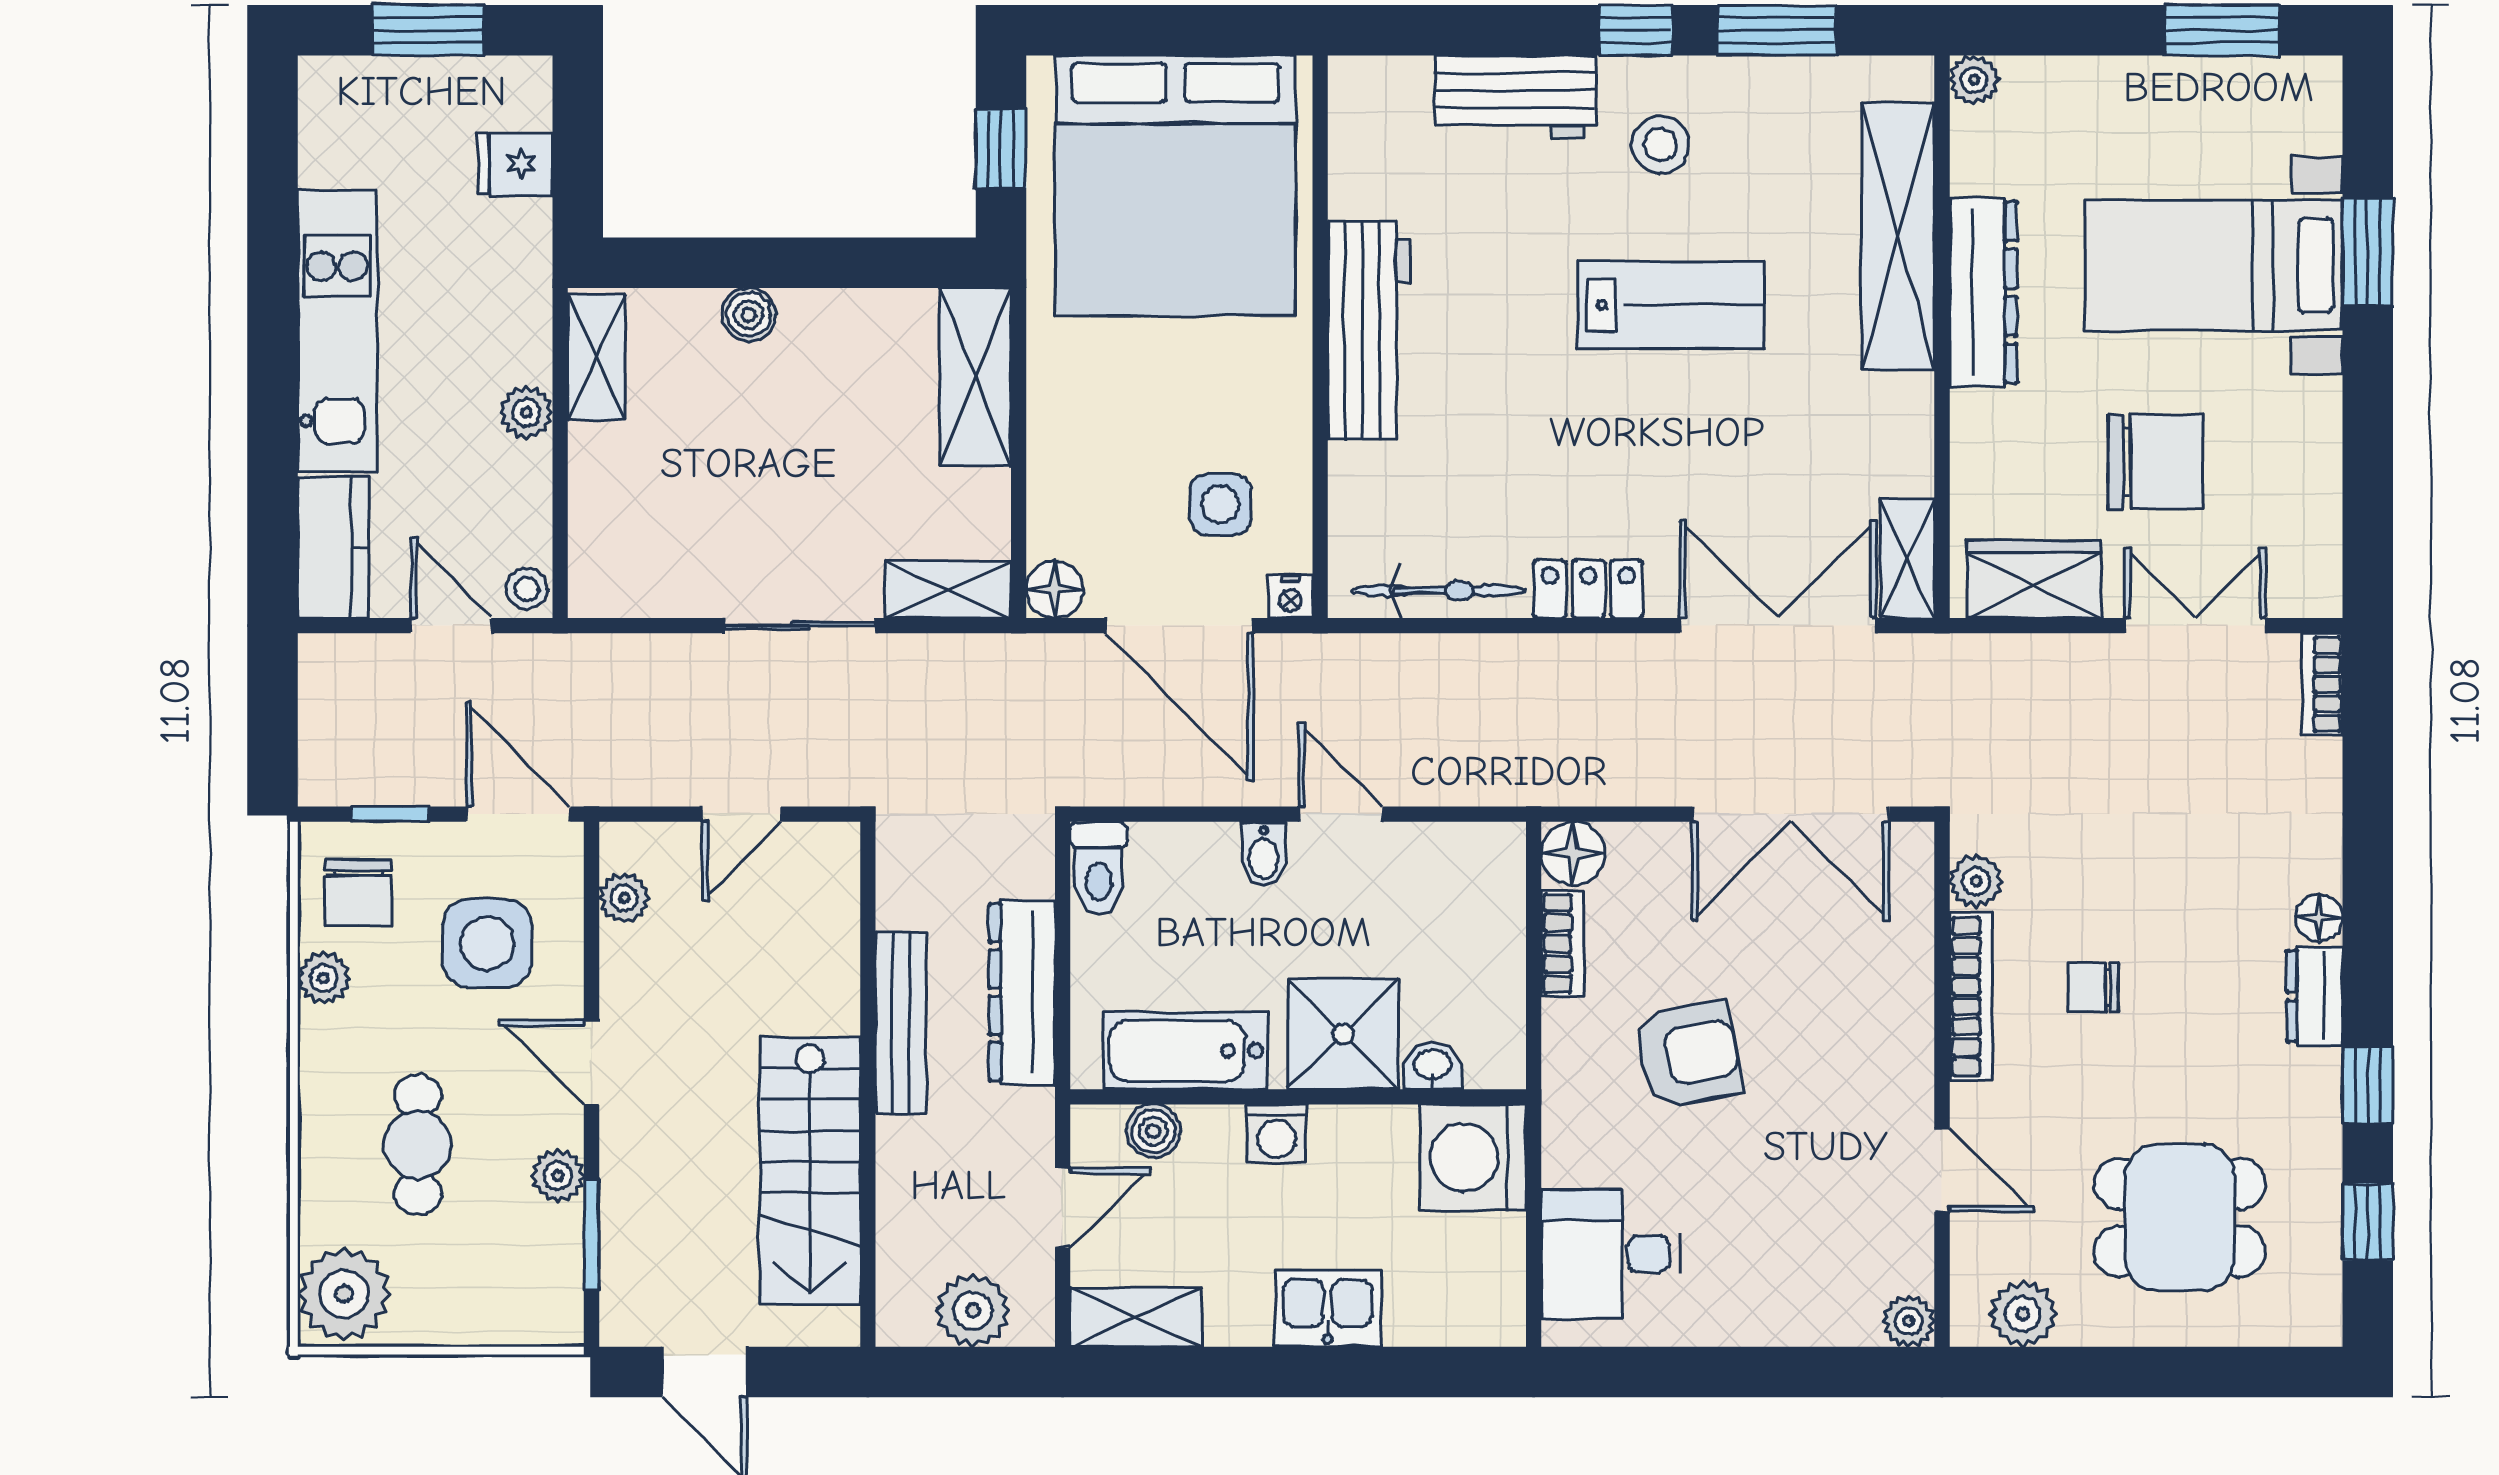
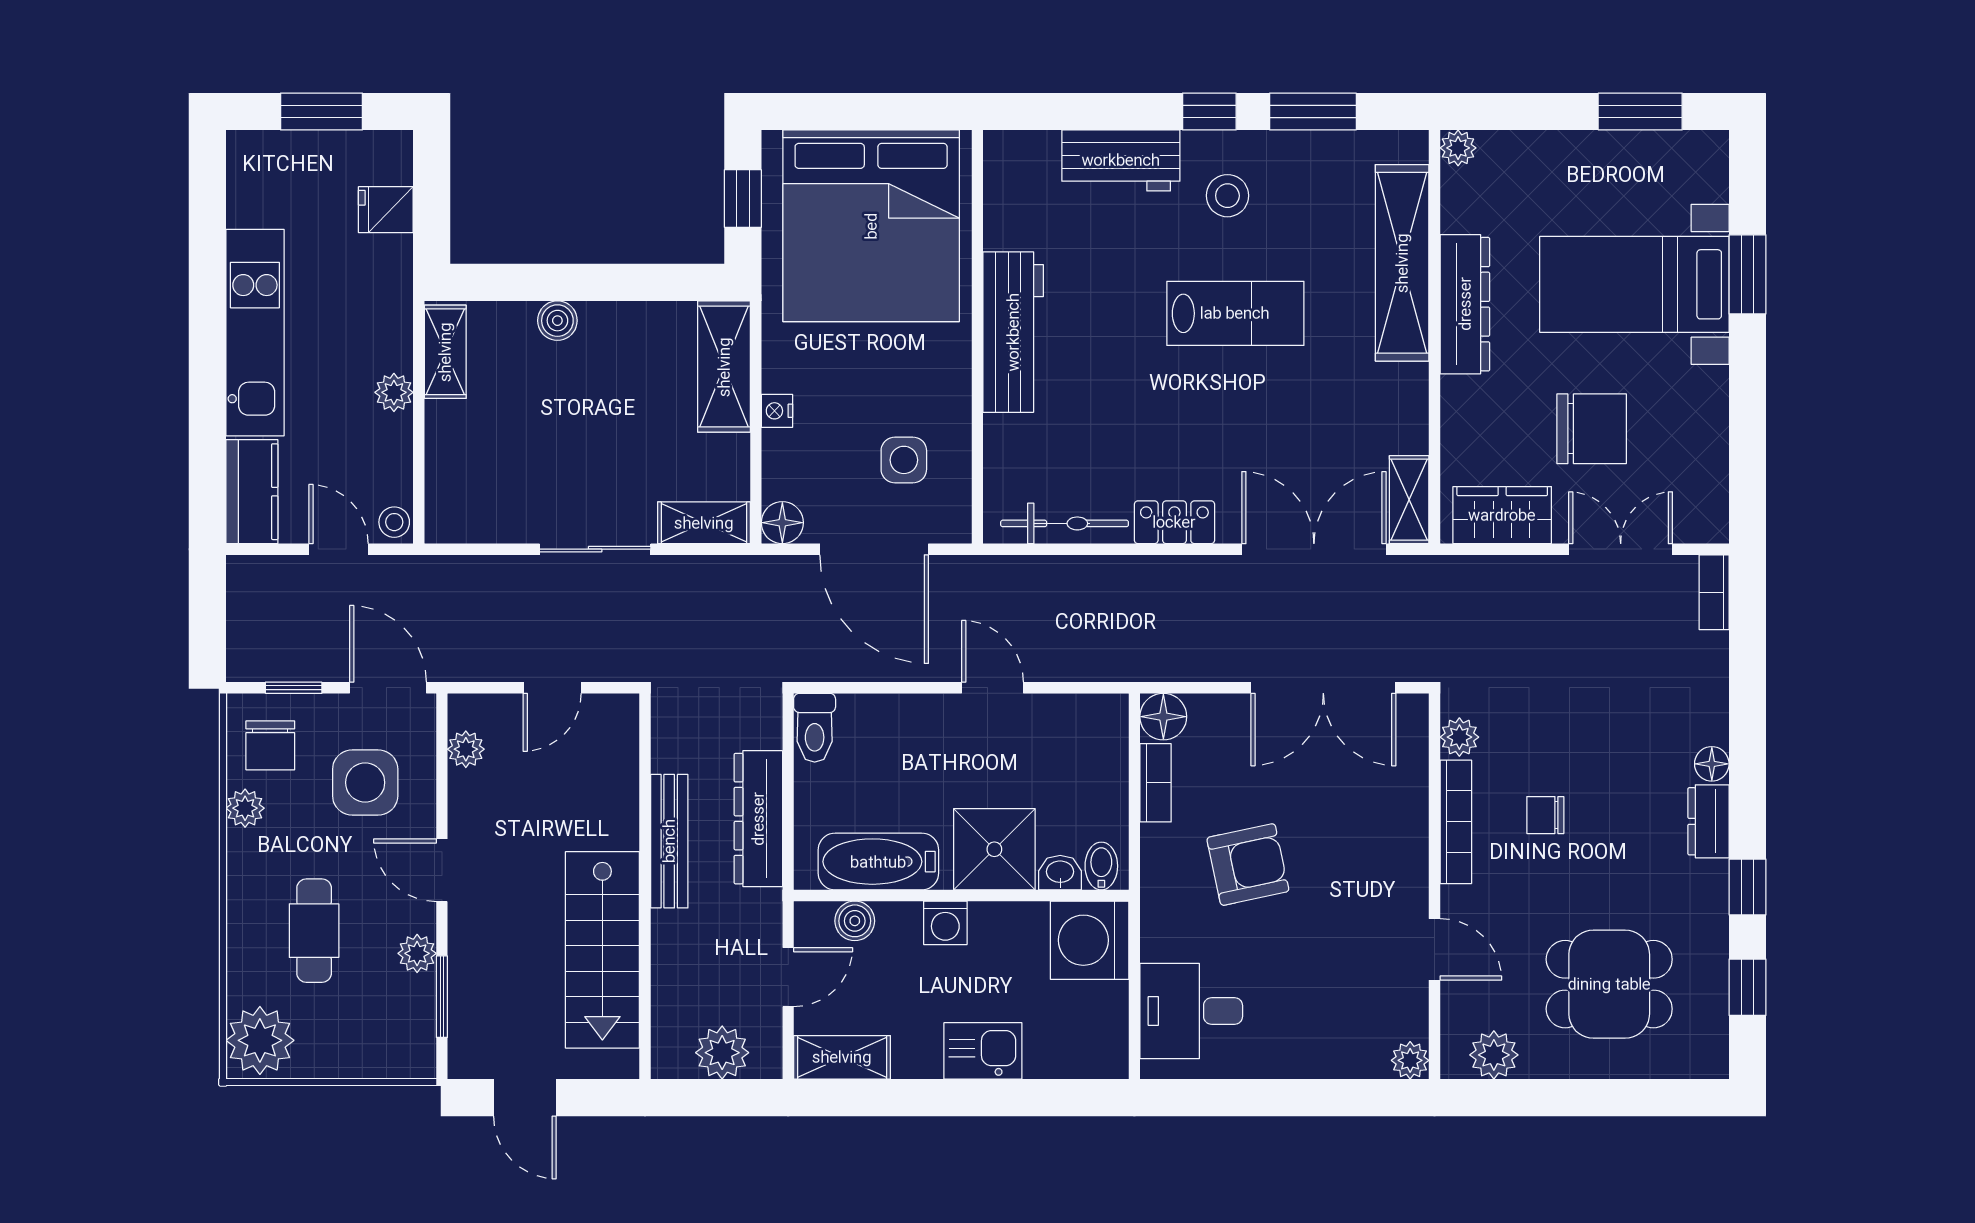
nightstand: (1290, 597) -> (777, 411), moved, turned 90
bidet: (1264, 854) -> (1101, 866), moved, turned 180

